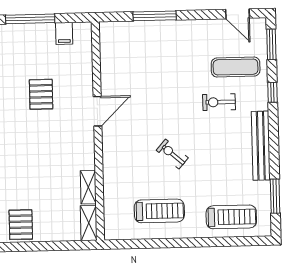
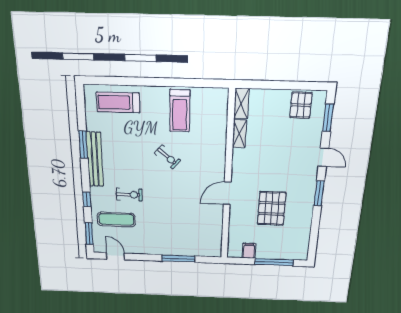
pallet: (41, 94) -> (272, 208), width x1.50, depth x1.42
window: (275, 196) -> (83, 145), moved
treadmill: (159, 211) -> (180, 111), turned -90

